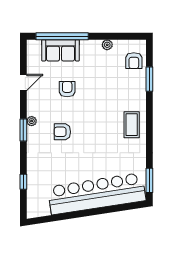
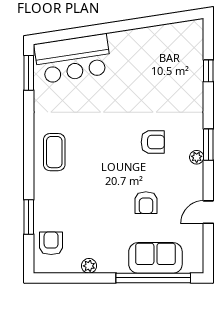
bar counter: (97, 194) -> (73, 59), width x0.54

